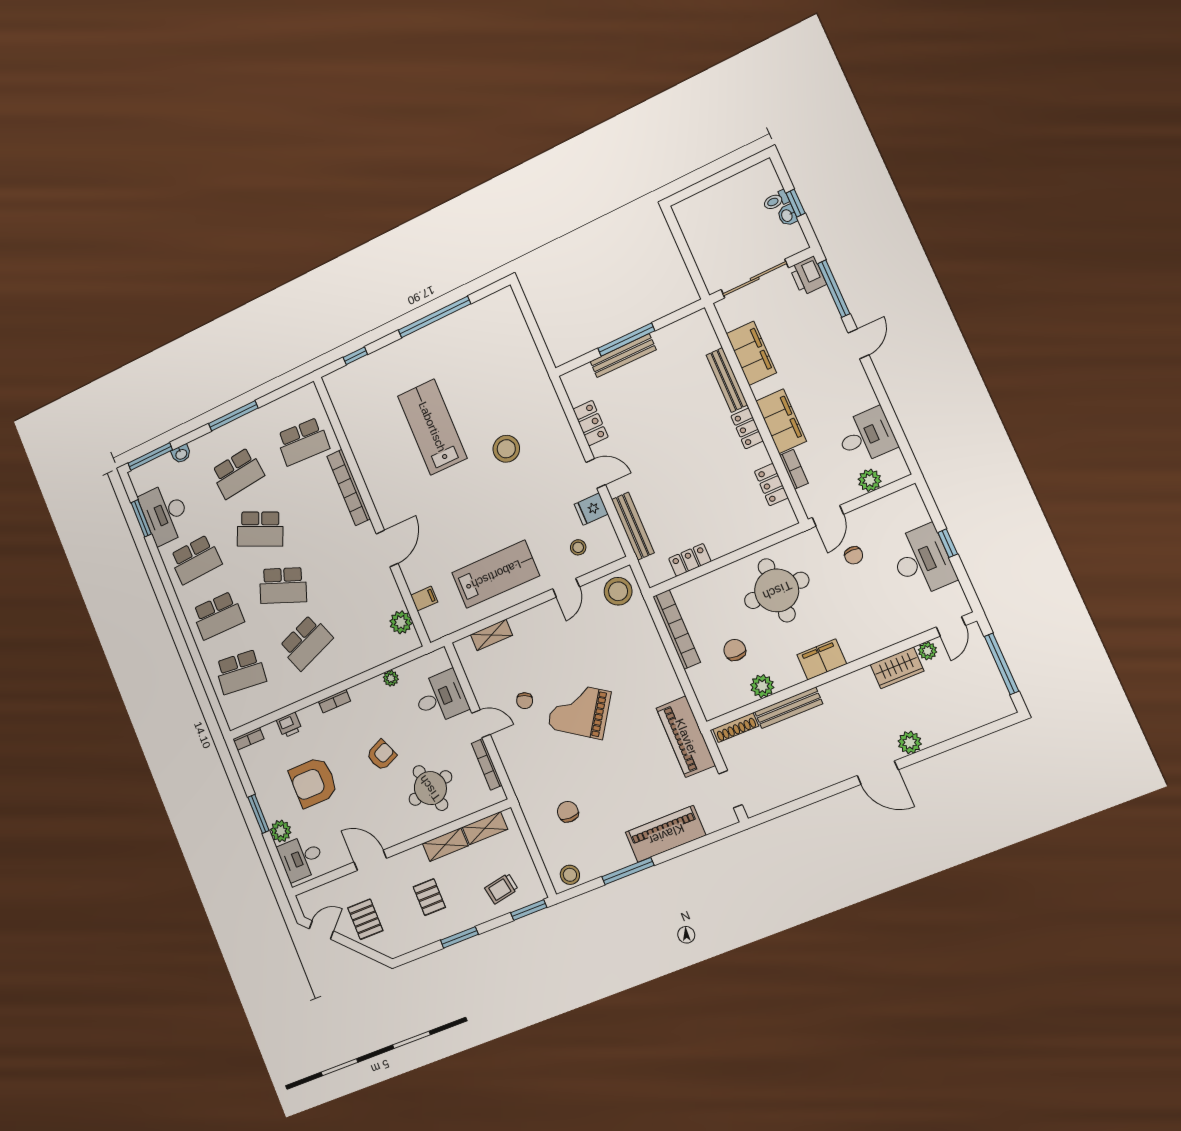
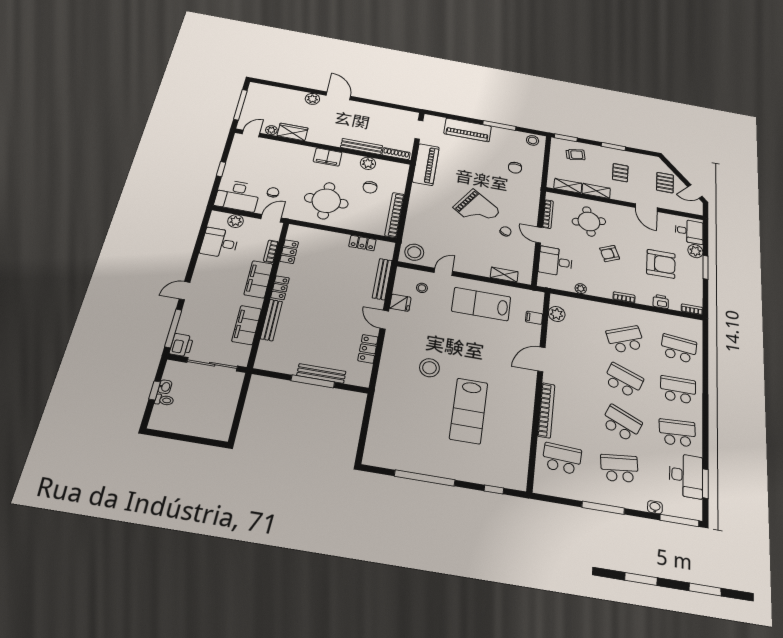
desk: (922, 561) -> (237, 196), moved, turned -90

